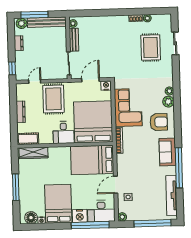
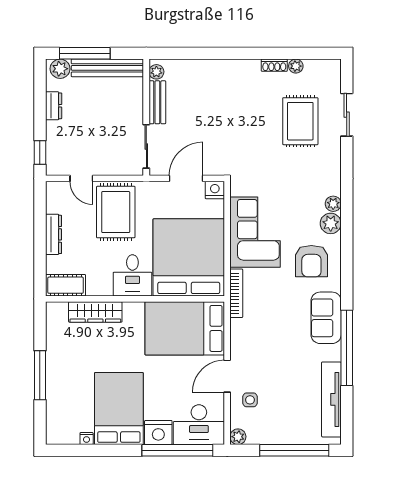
door: (35, 82) -> (81, 178), swing flipped
armchair: (159, 122) -> (311, 261), turned 90
wardrobe: (34, 153) -> (95, 312), moved
floor lamp: (31, 218) -> (67, 433), removed

